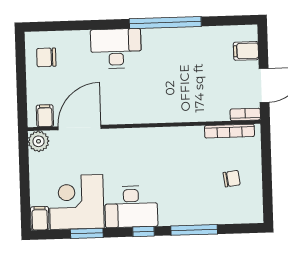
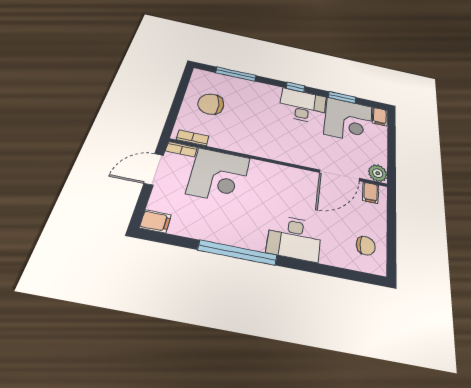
filing cabinet: (246, 51) -> (155, 221), moved
corner desk: (201, 95) -> (219, 175), added
bookcase: (229, 131) -> (193, 138), width x0.64
chair: (232, 179) -> (211, 104), width x1.87, depth x1.87
window: (194, 230) -> (236, 74), moved

